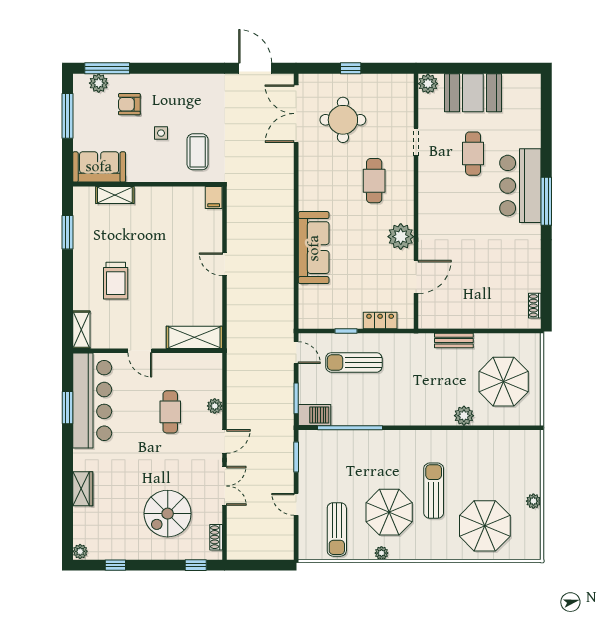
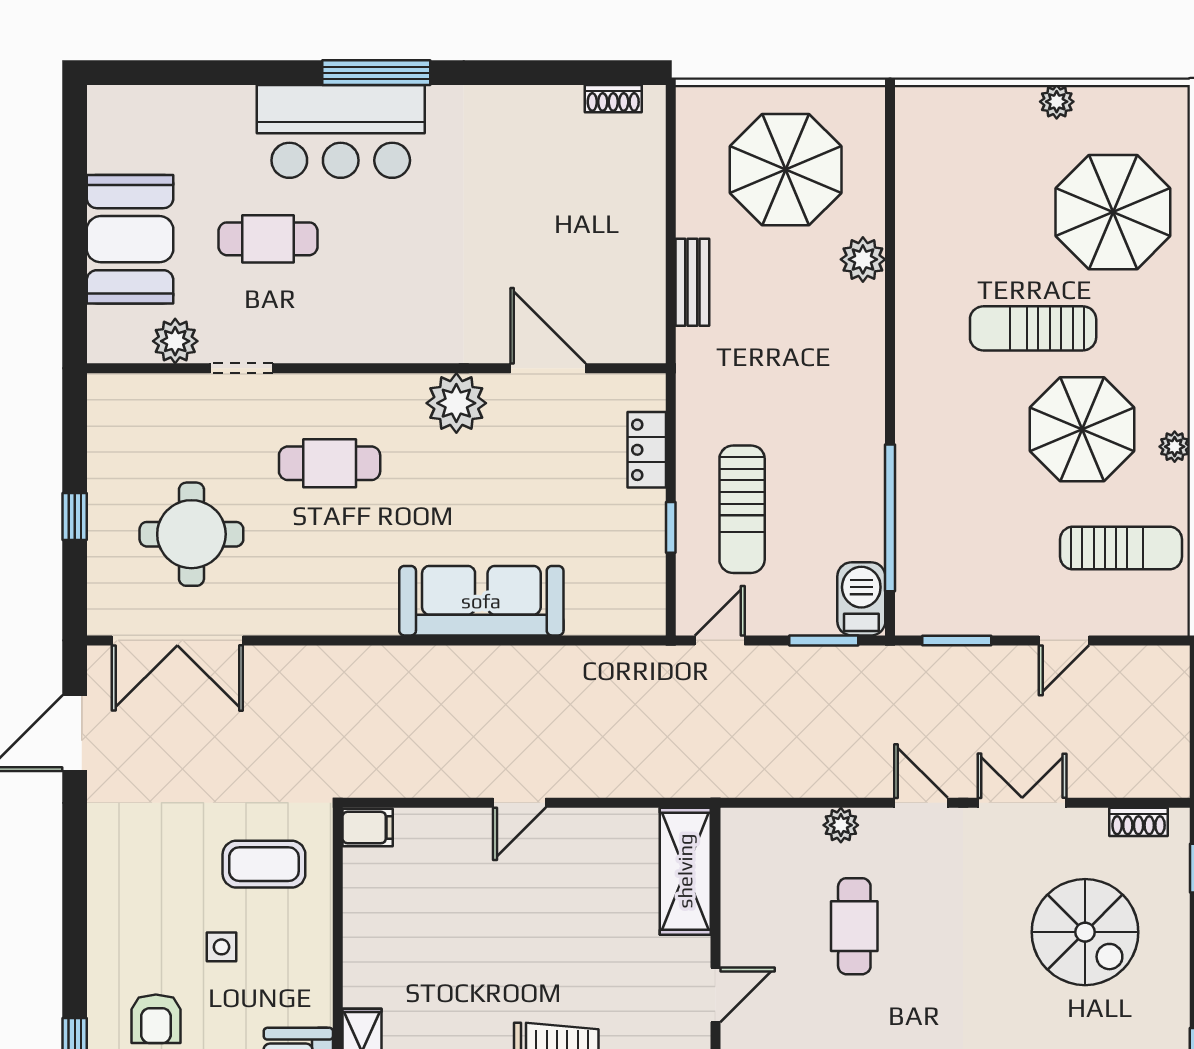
plant: (428, 84) -> (175, 341), moved
cafe table: (170, 412) -> (854, 926), turned 90

